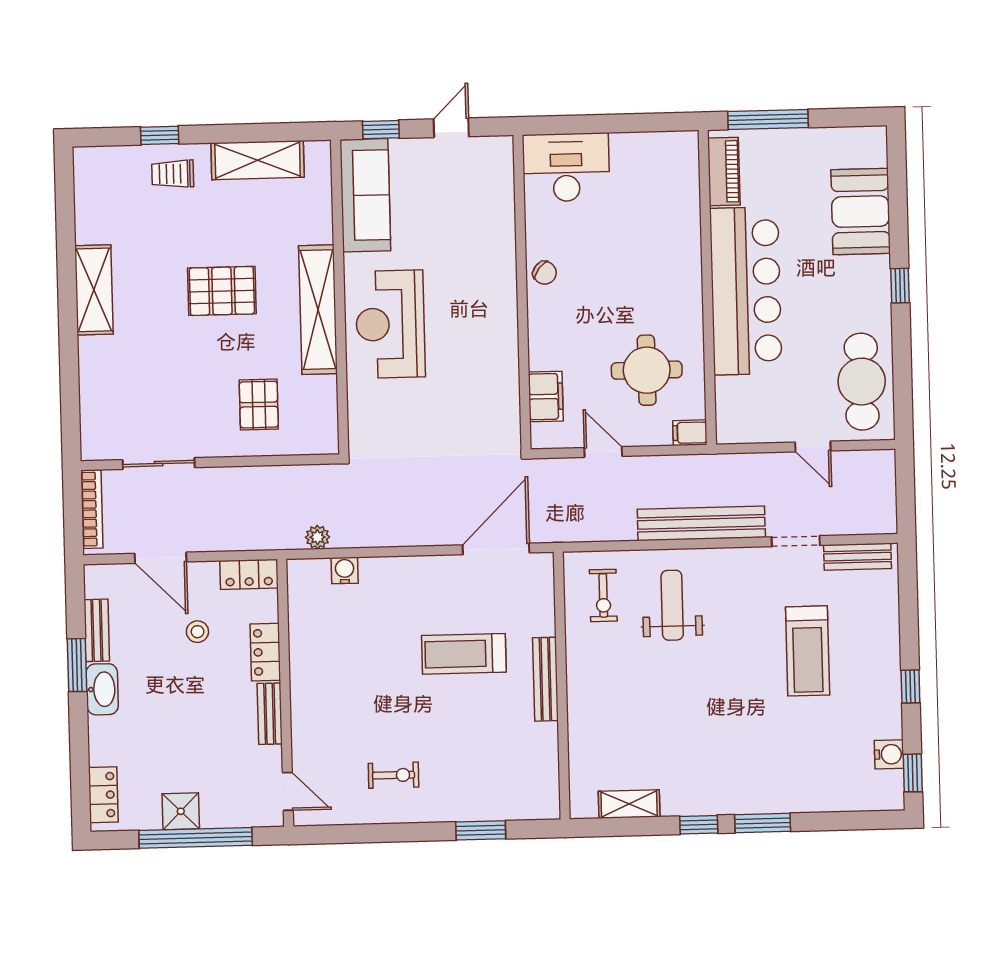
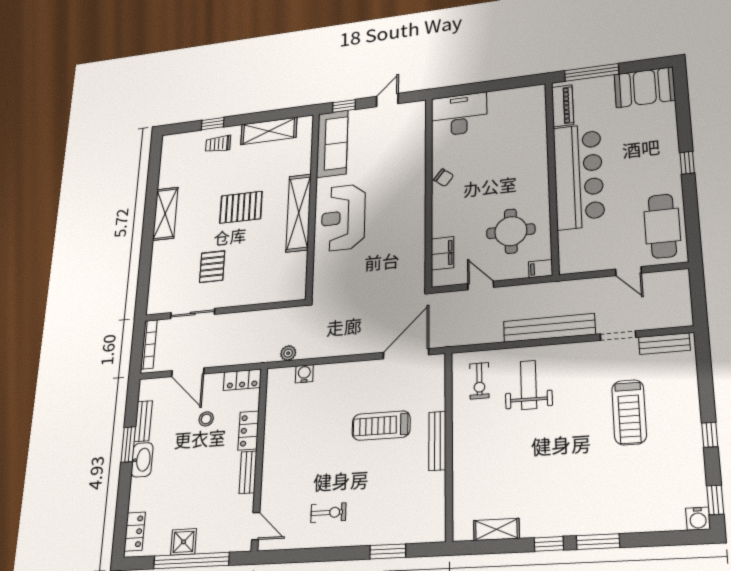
booth: (861, 212) -> (645, 87), moved, turned 90
pallet: (259, 405) -> (212, 267), moved
water cooler: (889, 754) -> (698, 519), moved, turned 90

